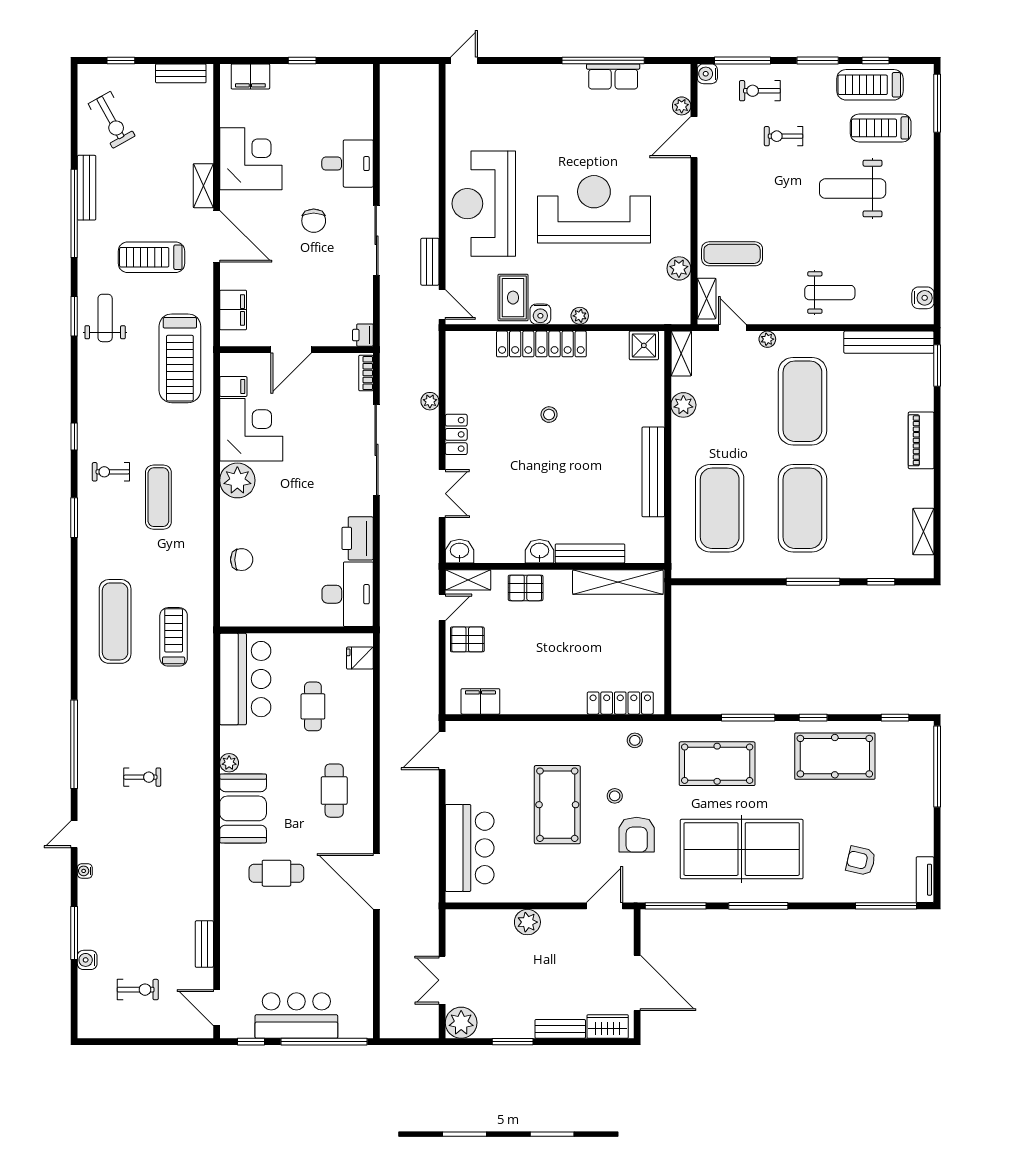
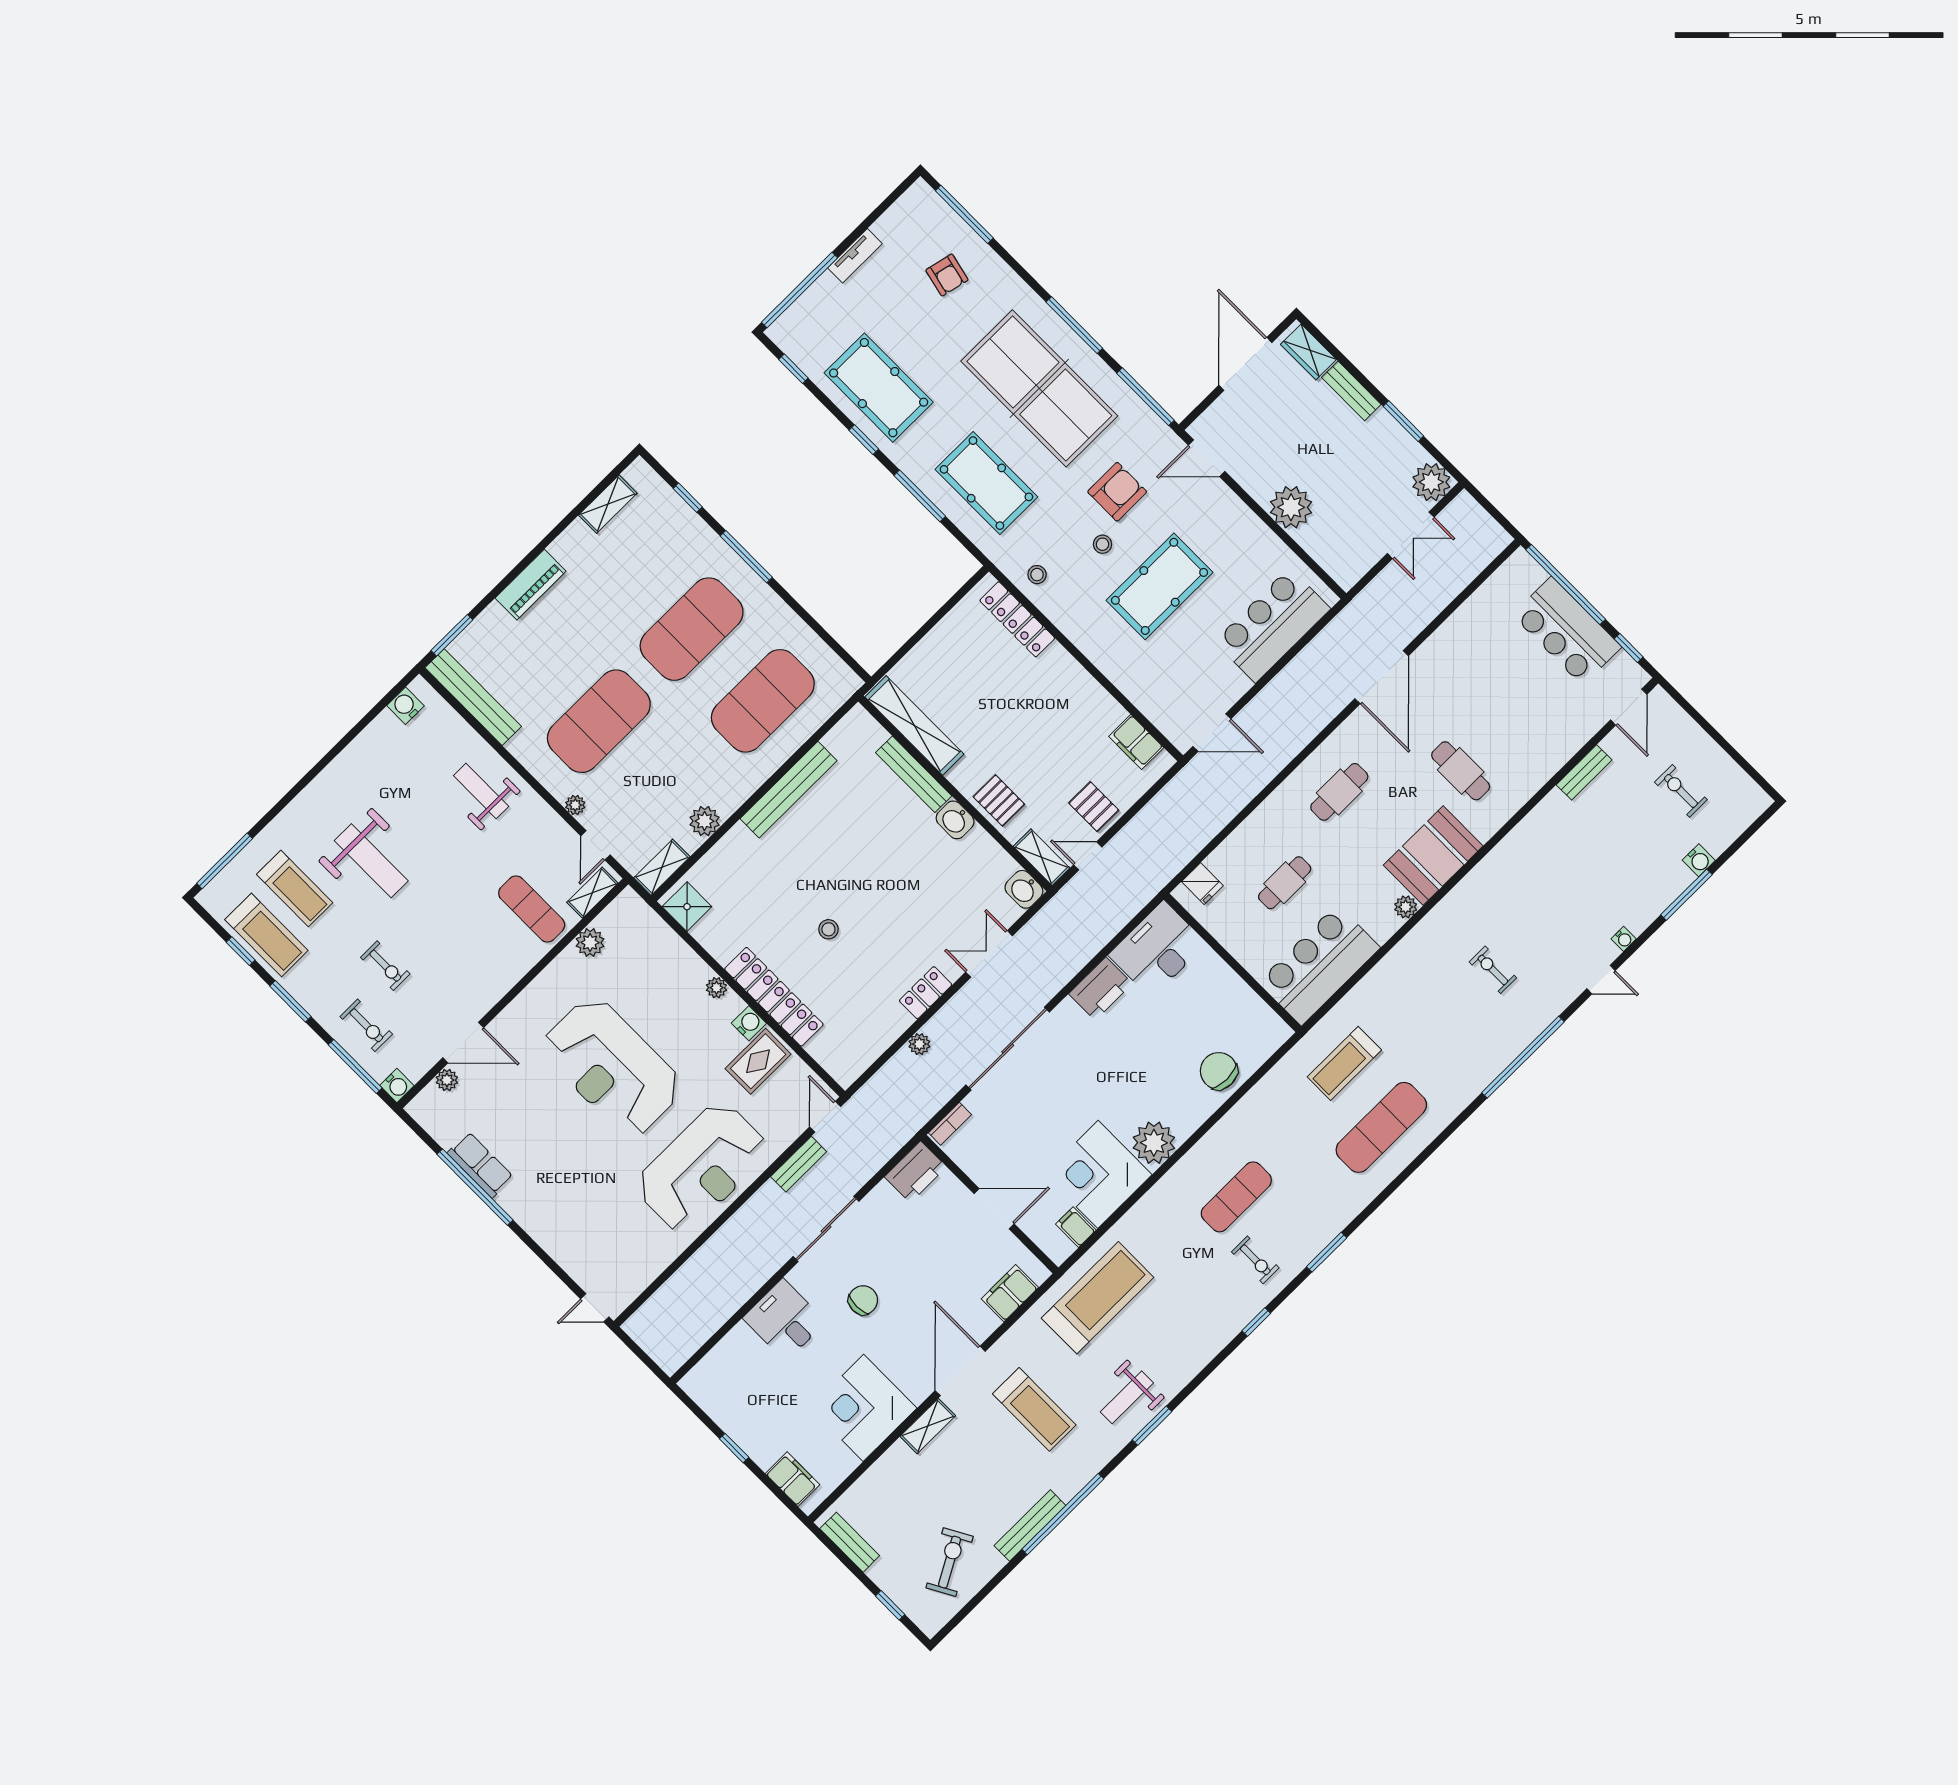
printer: (363, 335) -> (915, 1172), width x1.87, depth x1.48
chair: (242, 560) -> (1219, 1071), width x1.37, depth x1.37
tv unit: (925, 880) -> (855, 256), moved
plant: (527, 922) -> (1291, 507), width x1.36, depth x1.36

